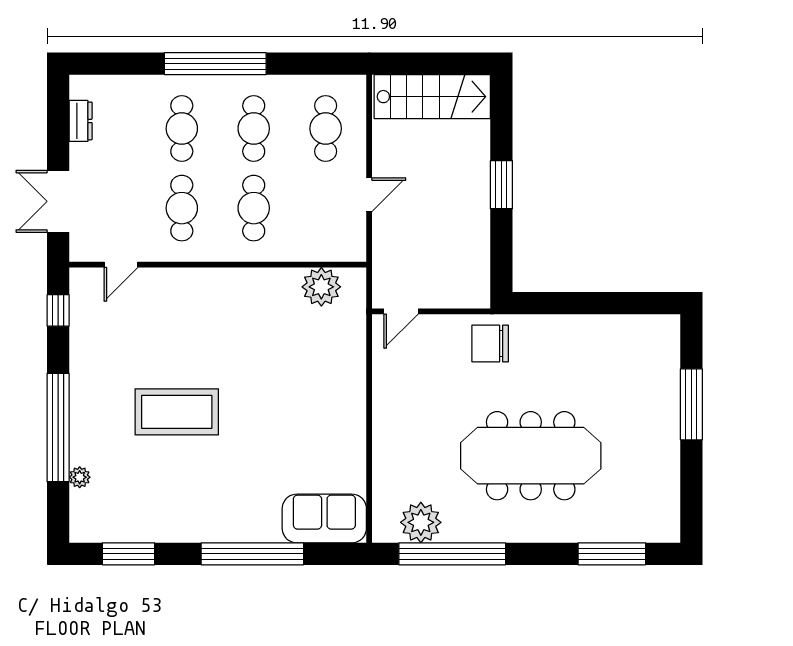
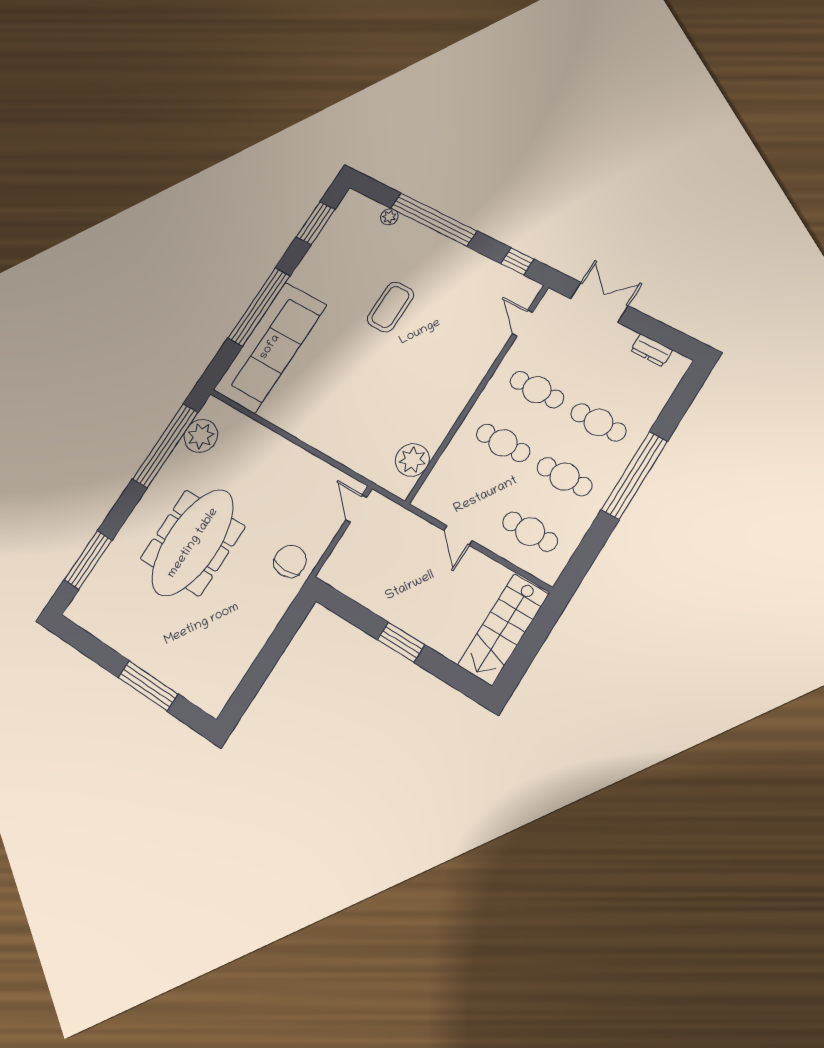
coffee table: (177, 412) -> (390, 307), width x0.73, depth x0.76
sofa: (324, 518) -> (270, 347), width x1.85, depth x1.27

